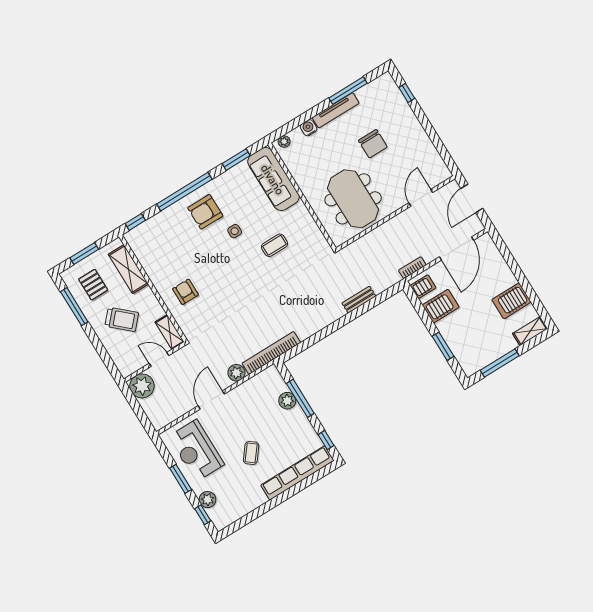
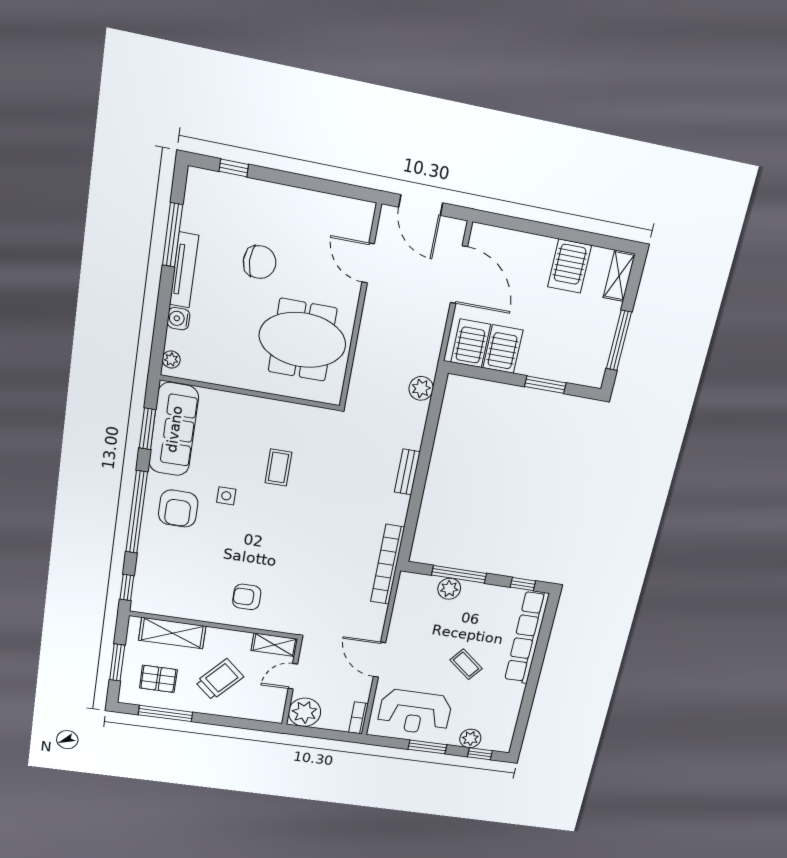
sofa: (273, 179) -> (174, 429), moved, turned -90
bookcase: (412, 268) -> (358, 718), moved
server rack: (423, 287) -> (471, 343), width x1.36, depth x1.44
bench: (359, 300) -> (407, 472), moved
plant: (236, 373) -> (421, 388), moved

